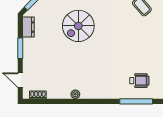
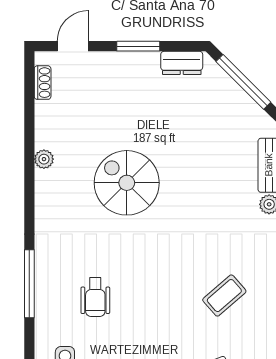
spiral stairs: (78, 26) -> (127, 183), moved
wheelchair: (139, 81) -> (95, 297), moved

